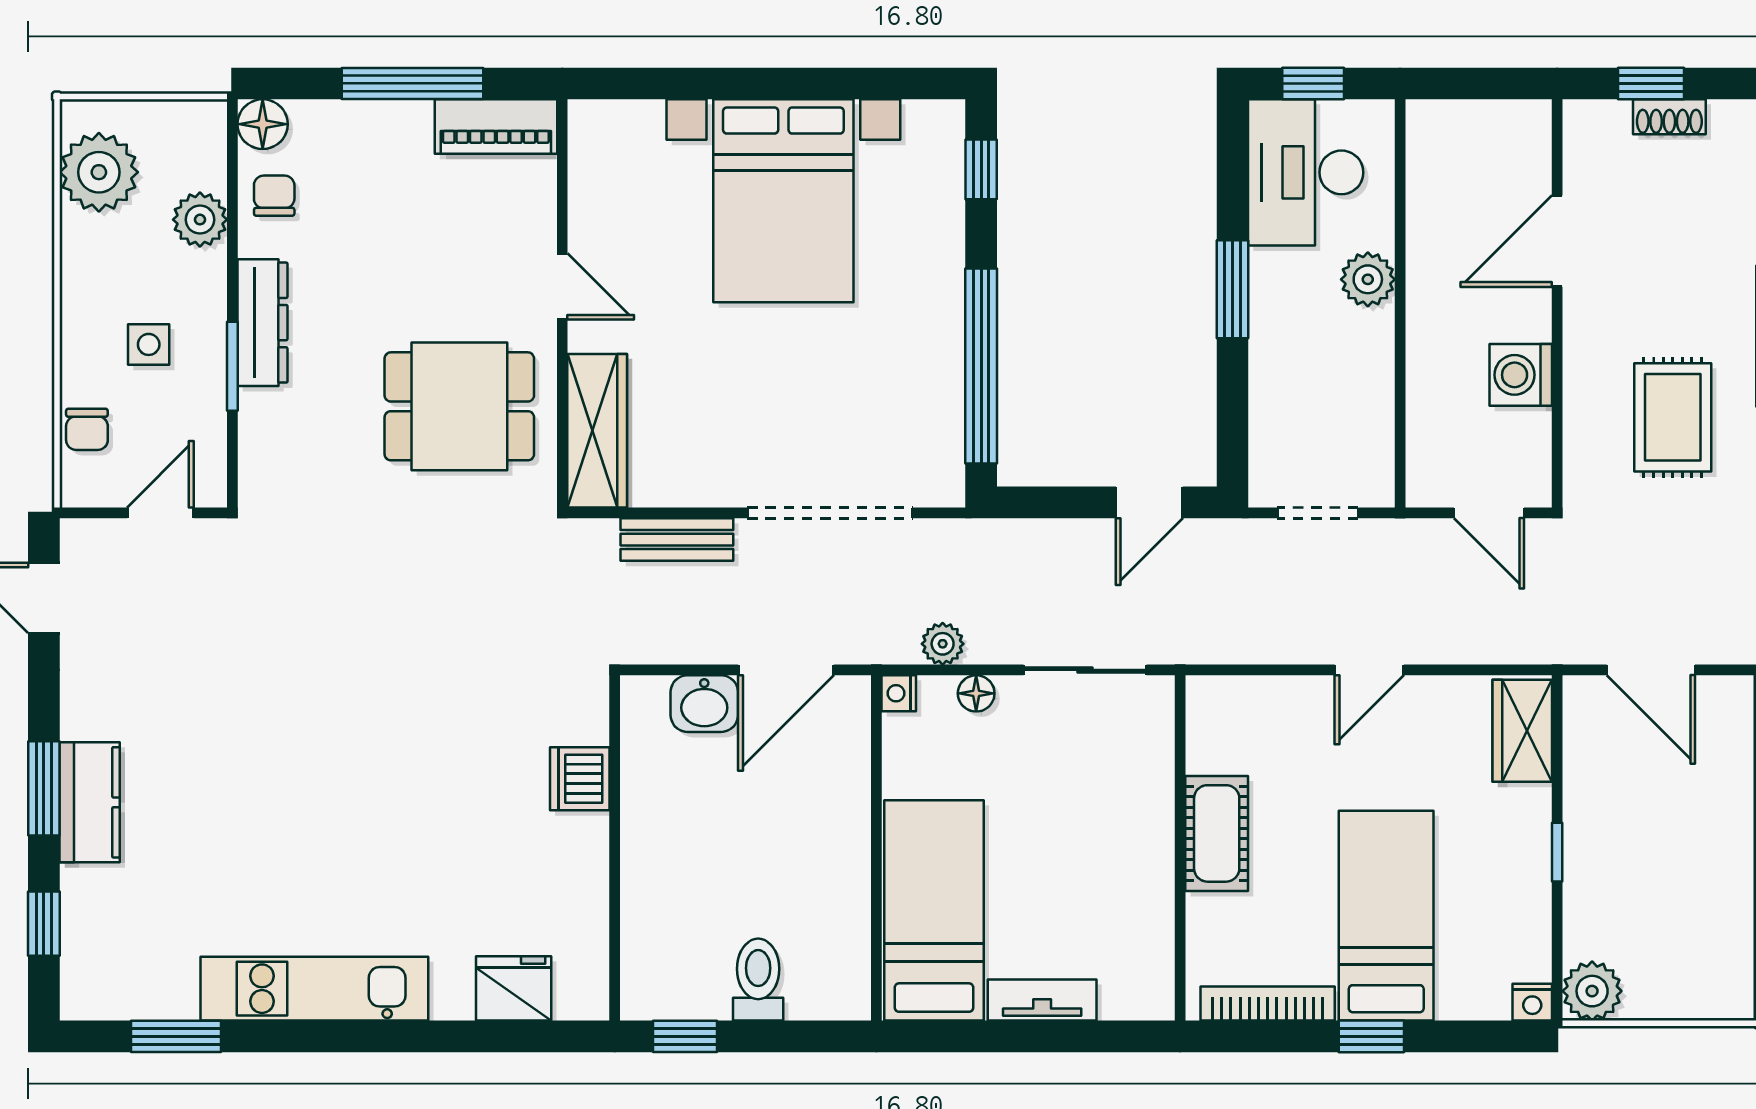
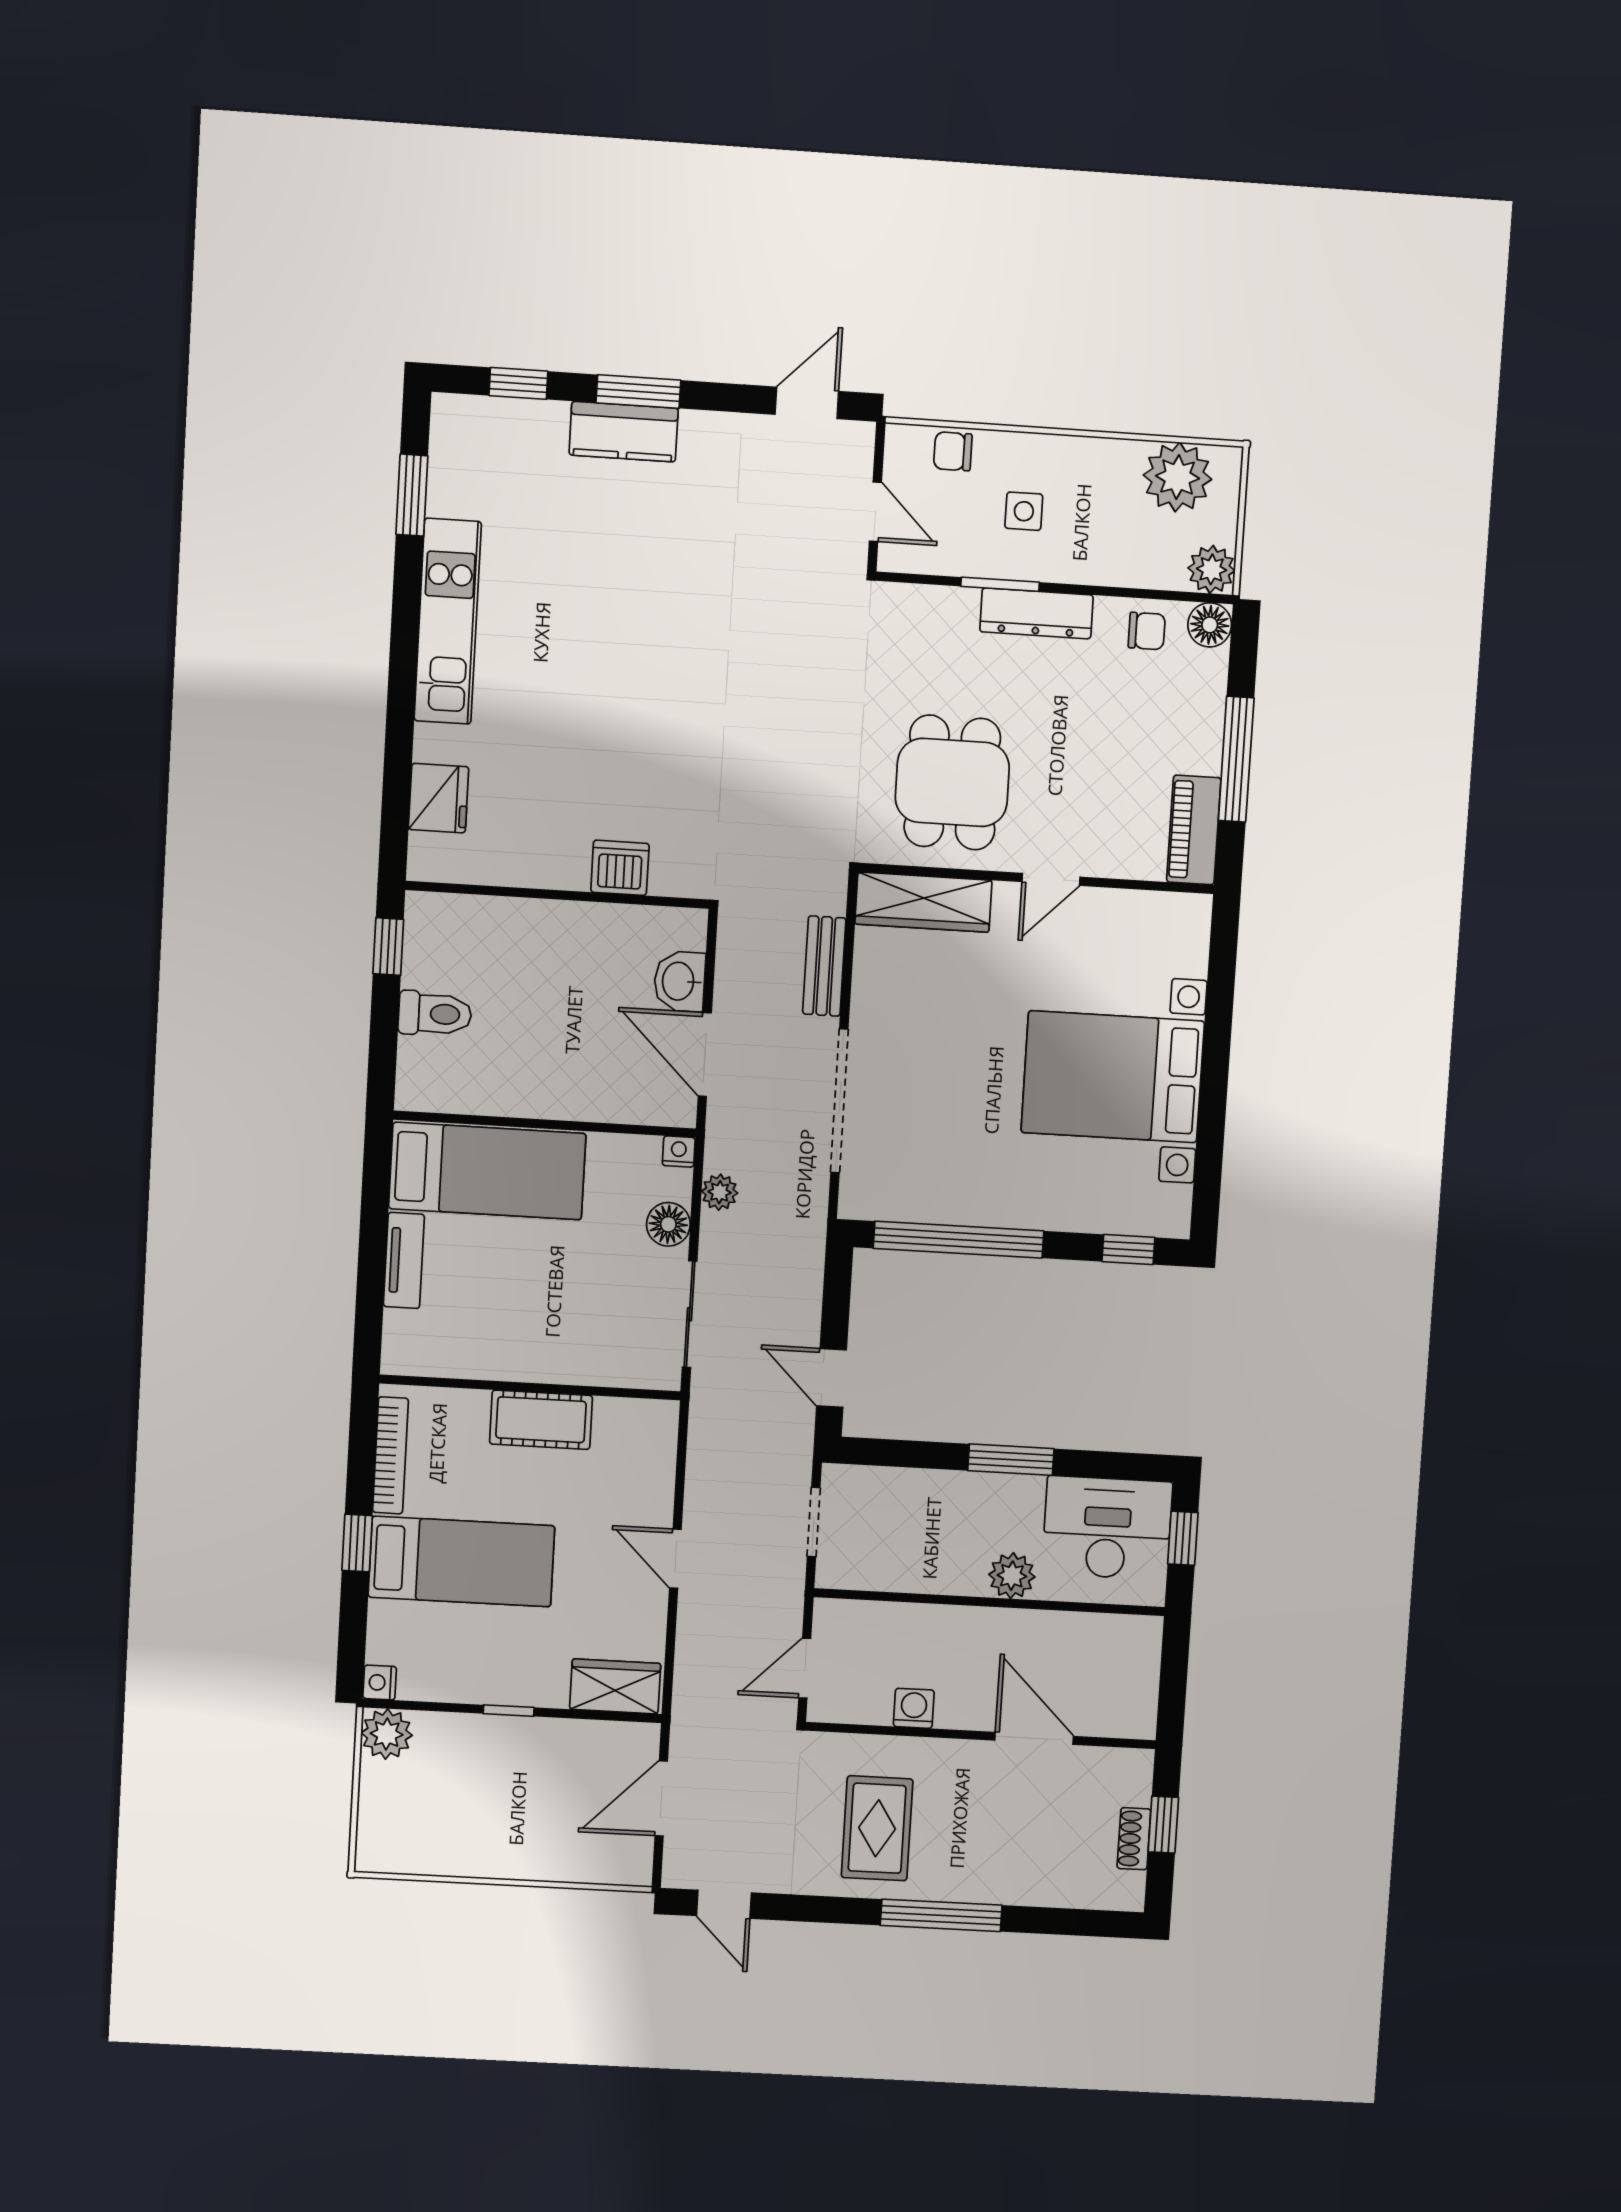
plant: (200, 220) -> (1212, 569), moved
washing machine: (1521, 375) -> (914, 1708), width x0.73, depth x0.73
rug: (1673, 417) -> (877, 1828), turned 90
floor lamp: (976, 693) -> (668, 1224), width x1.37, depth x1.37

